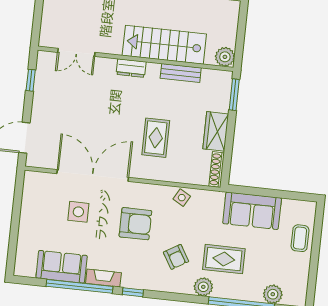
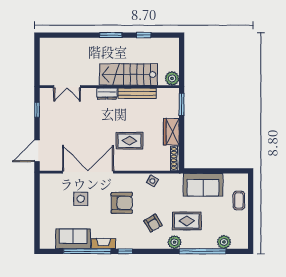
bench: (181, 73) -> (137, 93), width x1.36
rug: (156, 138) -> (130, 141), turned 90

